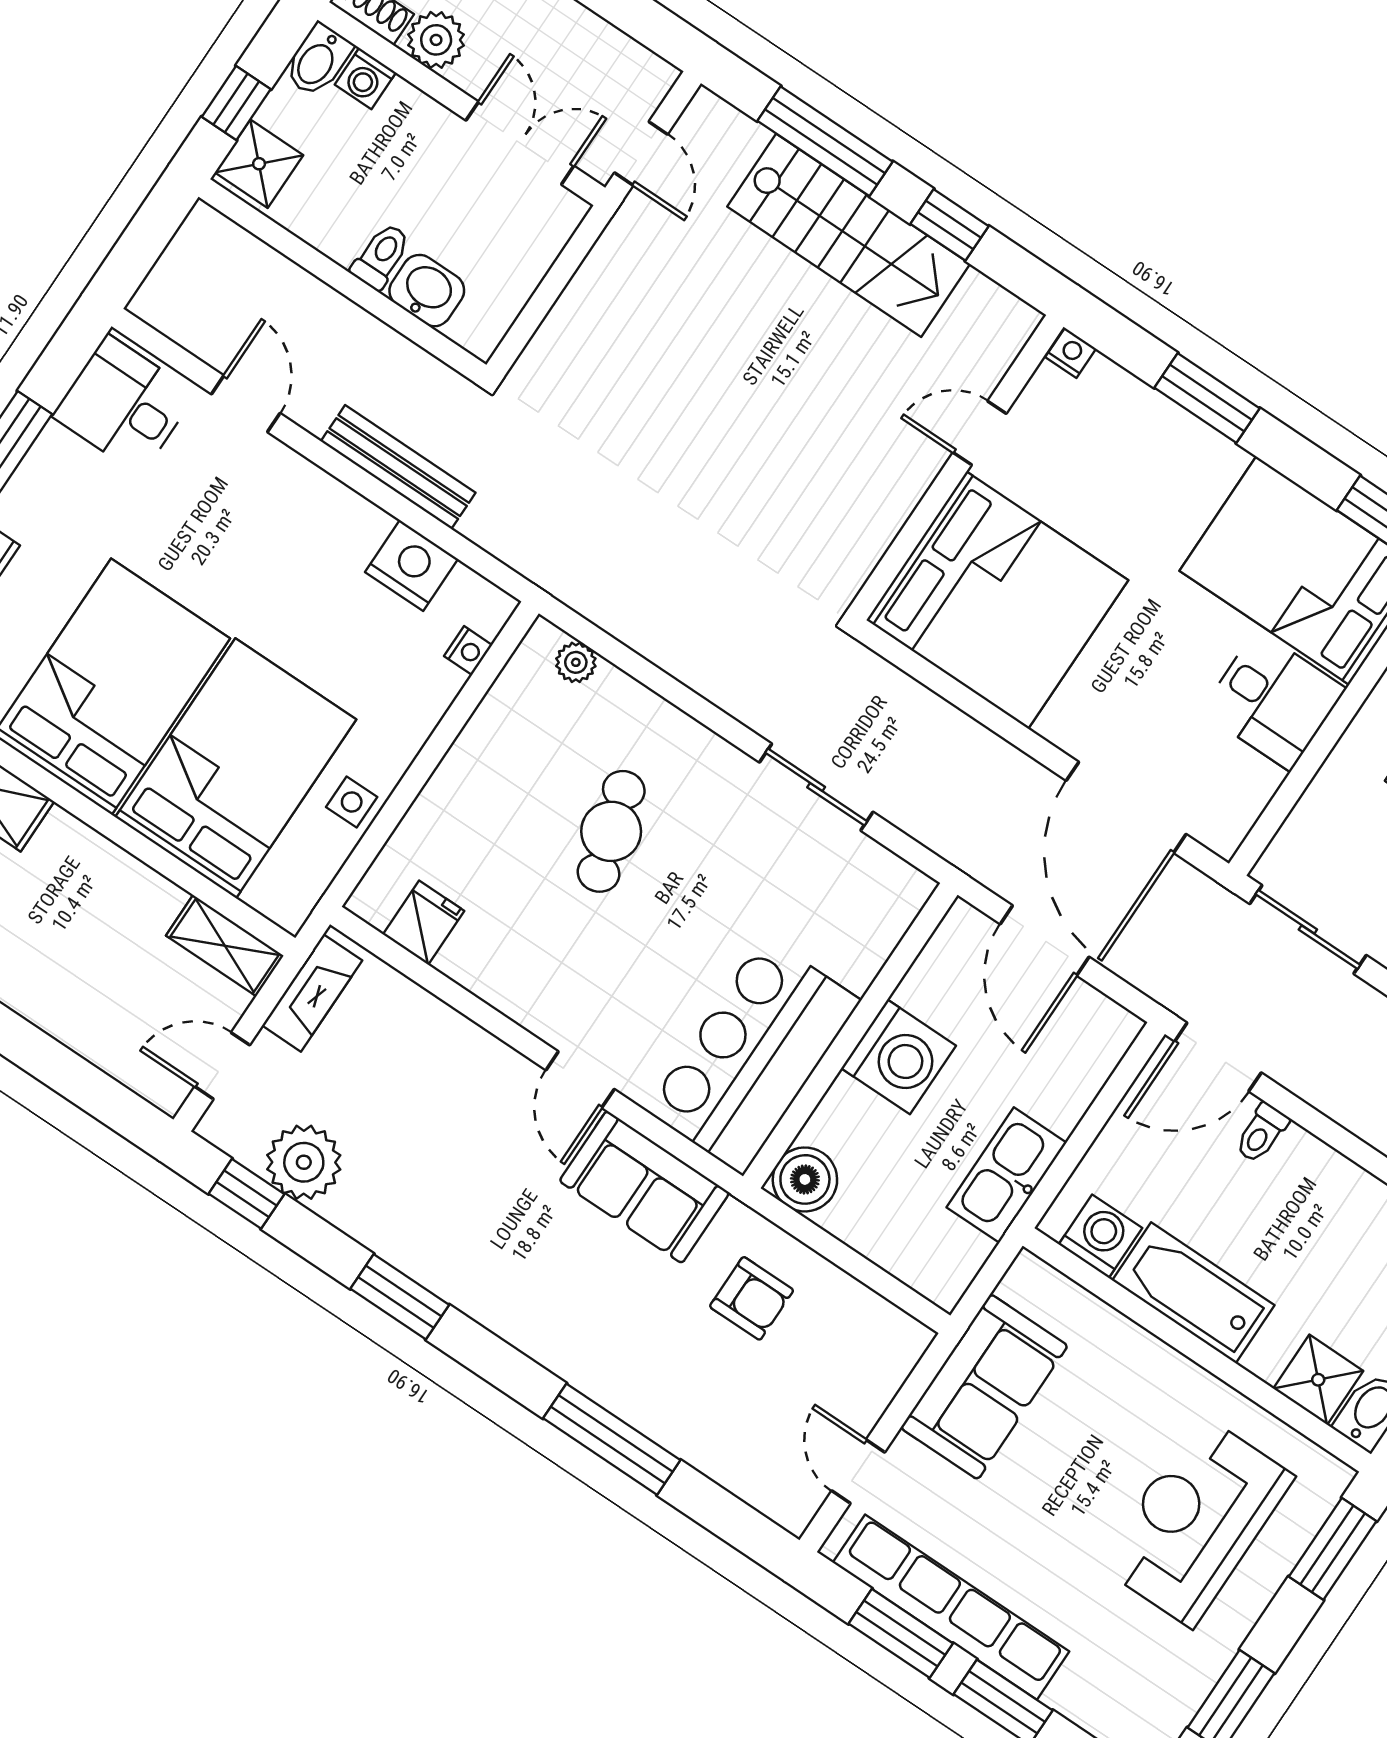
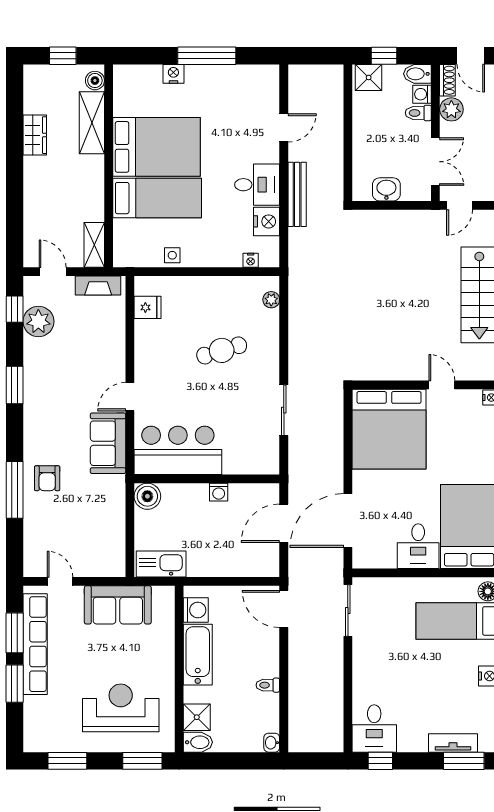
toilet: (381, 256) -> (418, 113), moved, turned 180
washbasin: (427, 291) -> (386, 189), moved, turned -90
desk: (124, 405) -> (257, 185), moved, turned 90
bed: (236, 768) -> (157, 198), width x0.67
washing machine: (899, 1057) -> (219, 492), width x0.53, depth x0.53
toilet: (1262, 1133) -> (268, 685), moved
kitchen sink: (1007, 1175) -> (161, 564), moved
armchair: (752, 1298) -> (47, 478), moved
door: (858, 1472) -> (60, 581), hinge flipped

